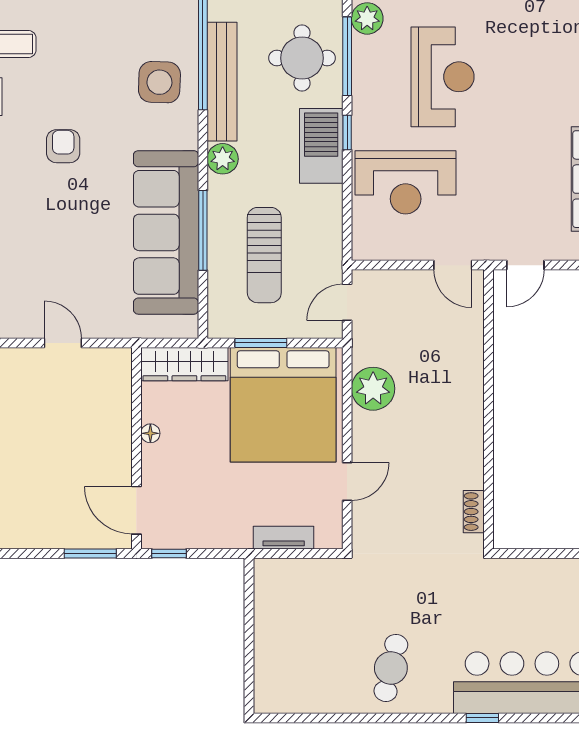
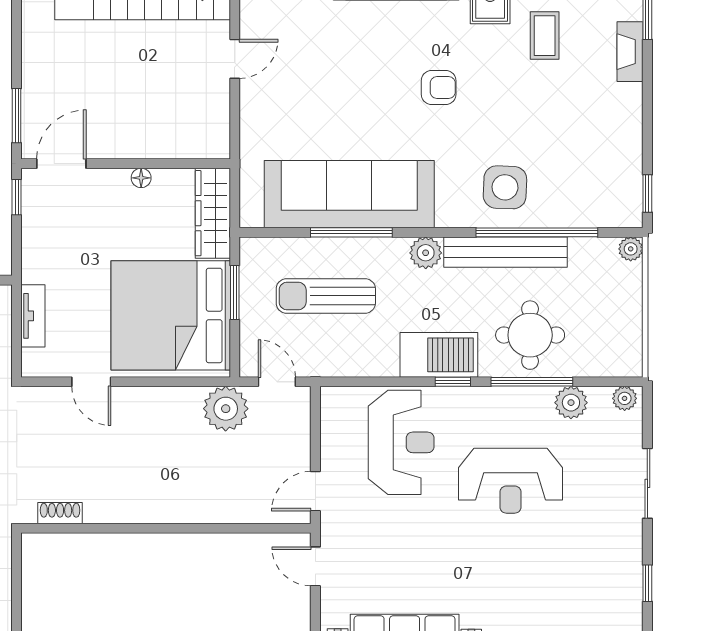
reception desk: (406, 182) -> (401, 442), turned 180
door: (63, 343) -> (235, 59), moved
plant: (373, 389) -> (226, 409), moved

